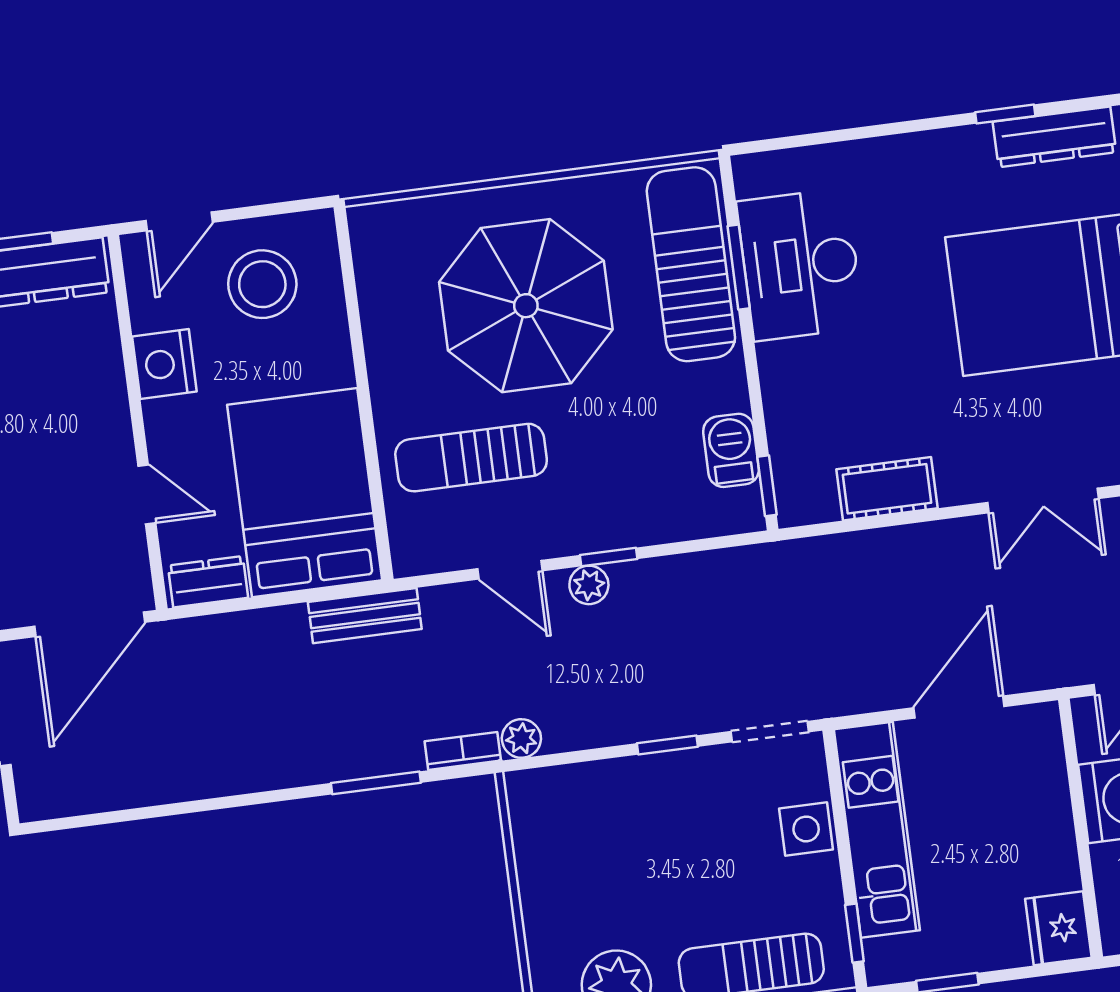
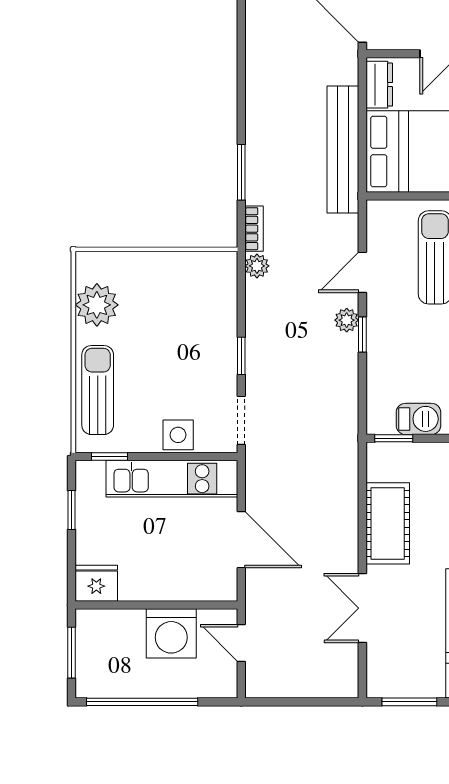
cot: (887, 489) -> (388, 523), width x1.37, depth x1.34
bench: (365, 616) -> (343, 149), width x1.86, depth x1.21

